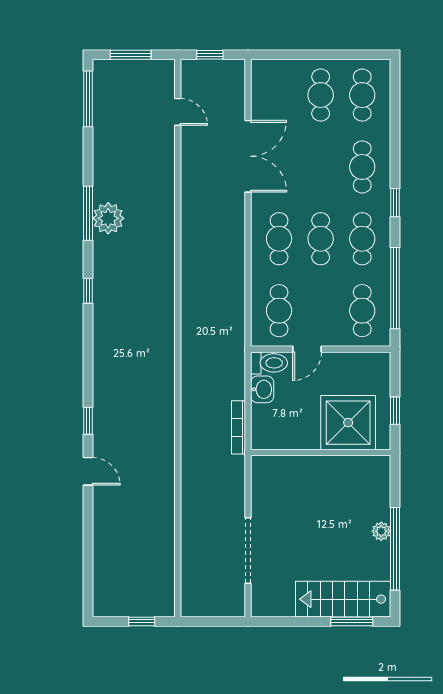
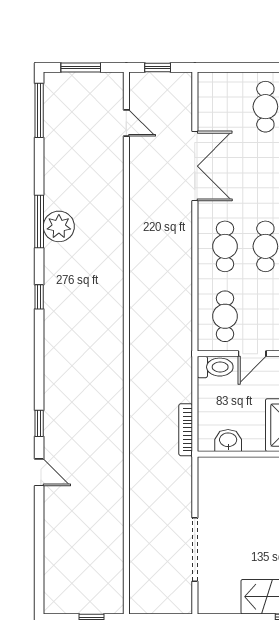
washbasin: (262, 389) -> (228, 440), moved, turned -90

